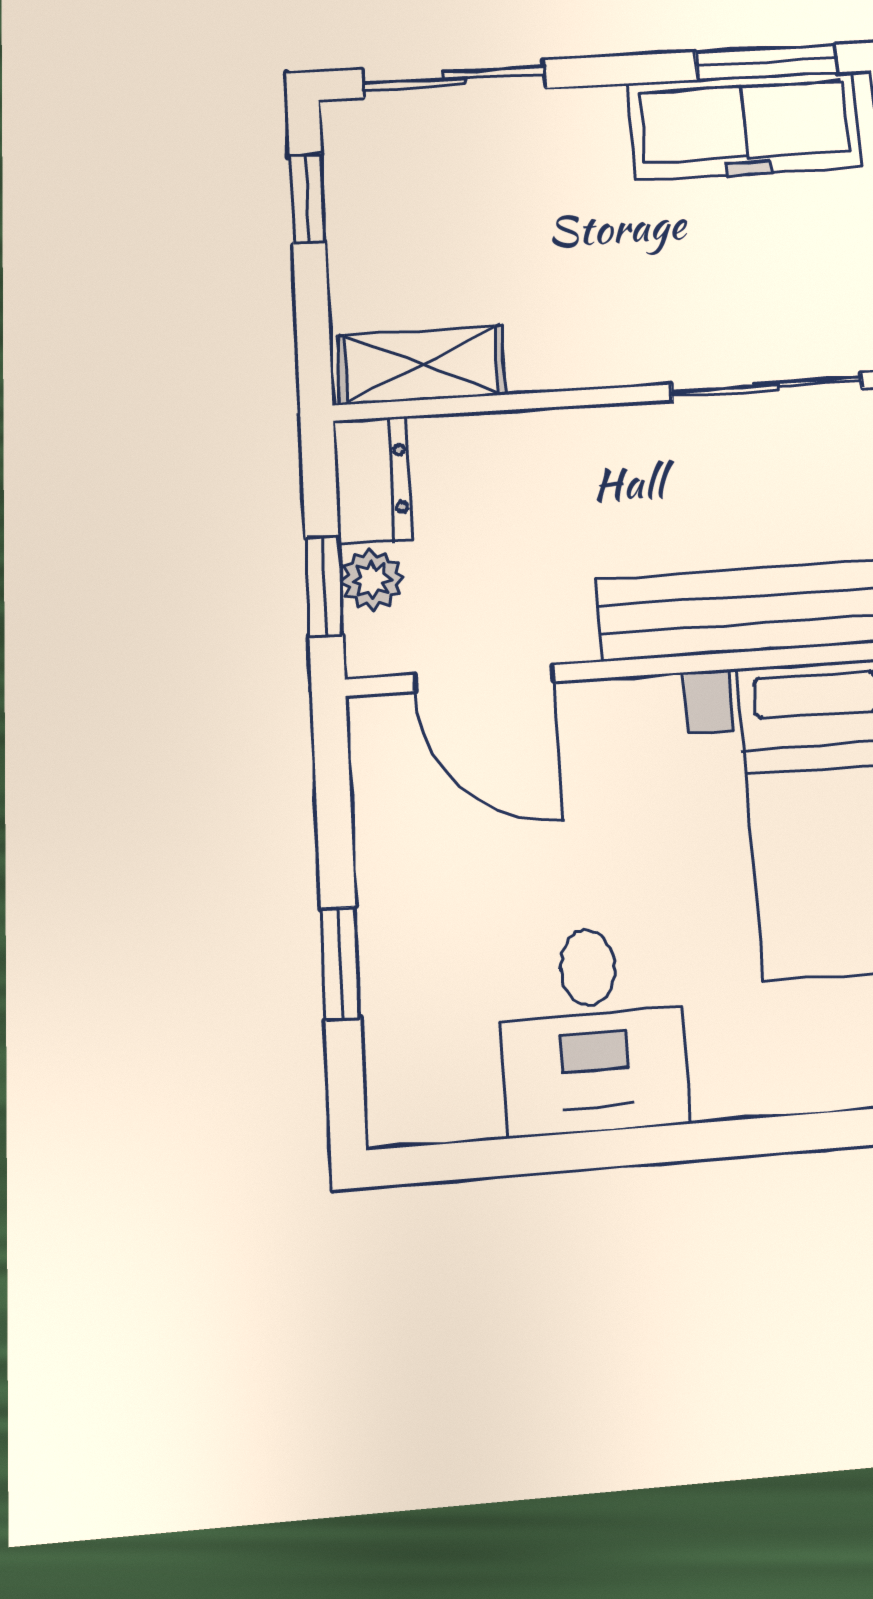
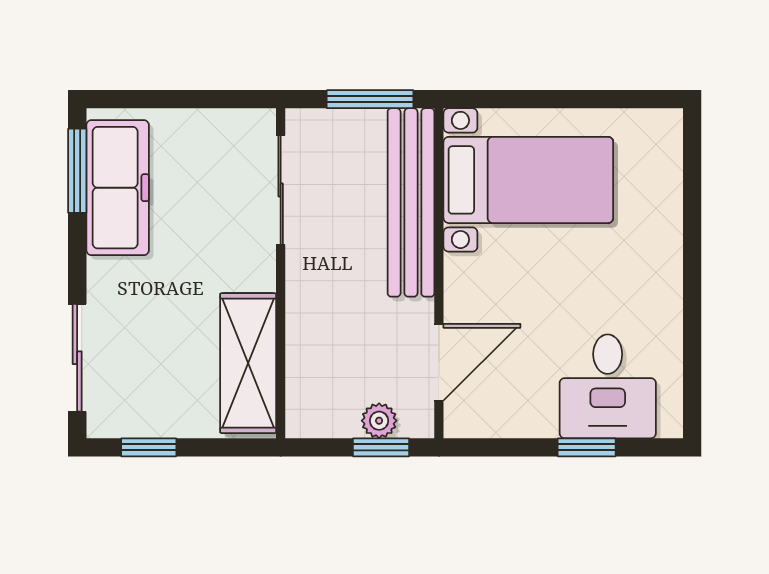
shelving: (422, 365) -> (248, 363), width x1.50, depth x1.33
dresser: (372, 480) -> (322, 418), removed
desk: (592, 1029) -> (608, 386), moved, turned 90

